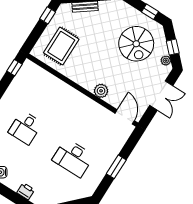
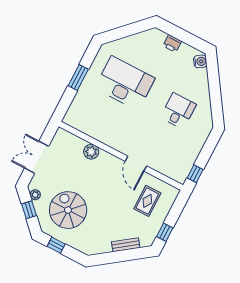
rug: (61, 46) -> (147, 201), width x0.73, depth x0.70
plant: (101, 91) -> (91, 152), moved
door: (125, 117) -> (136, 164), moved
desk: (73, 158) -> (125, 83), width x1.36, depth x1.30

